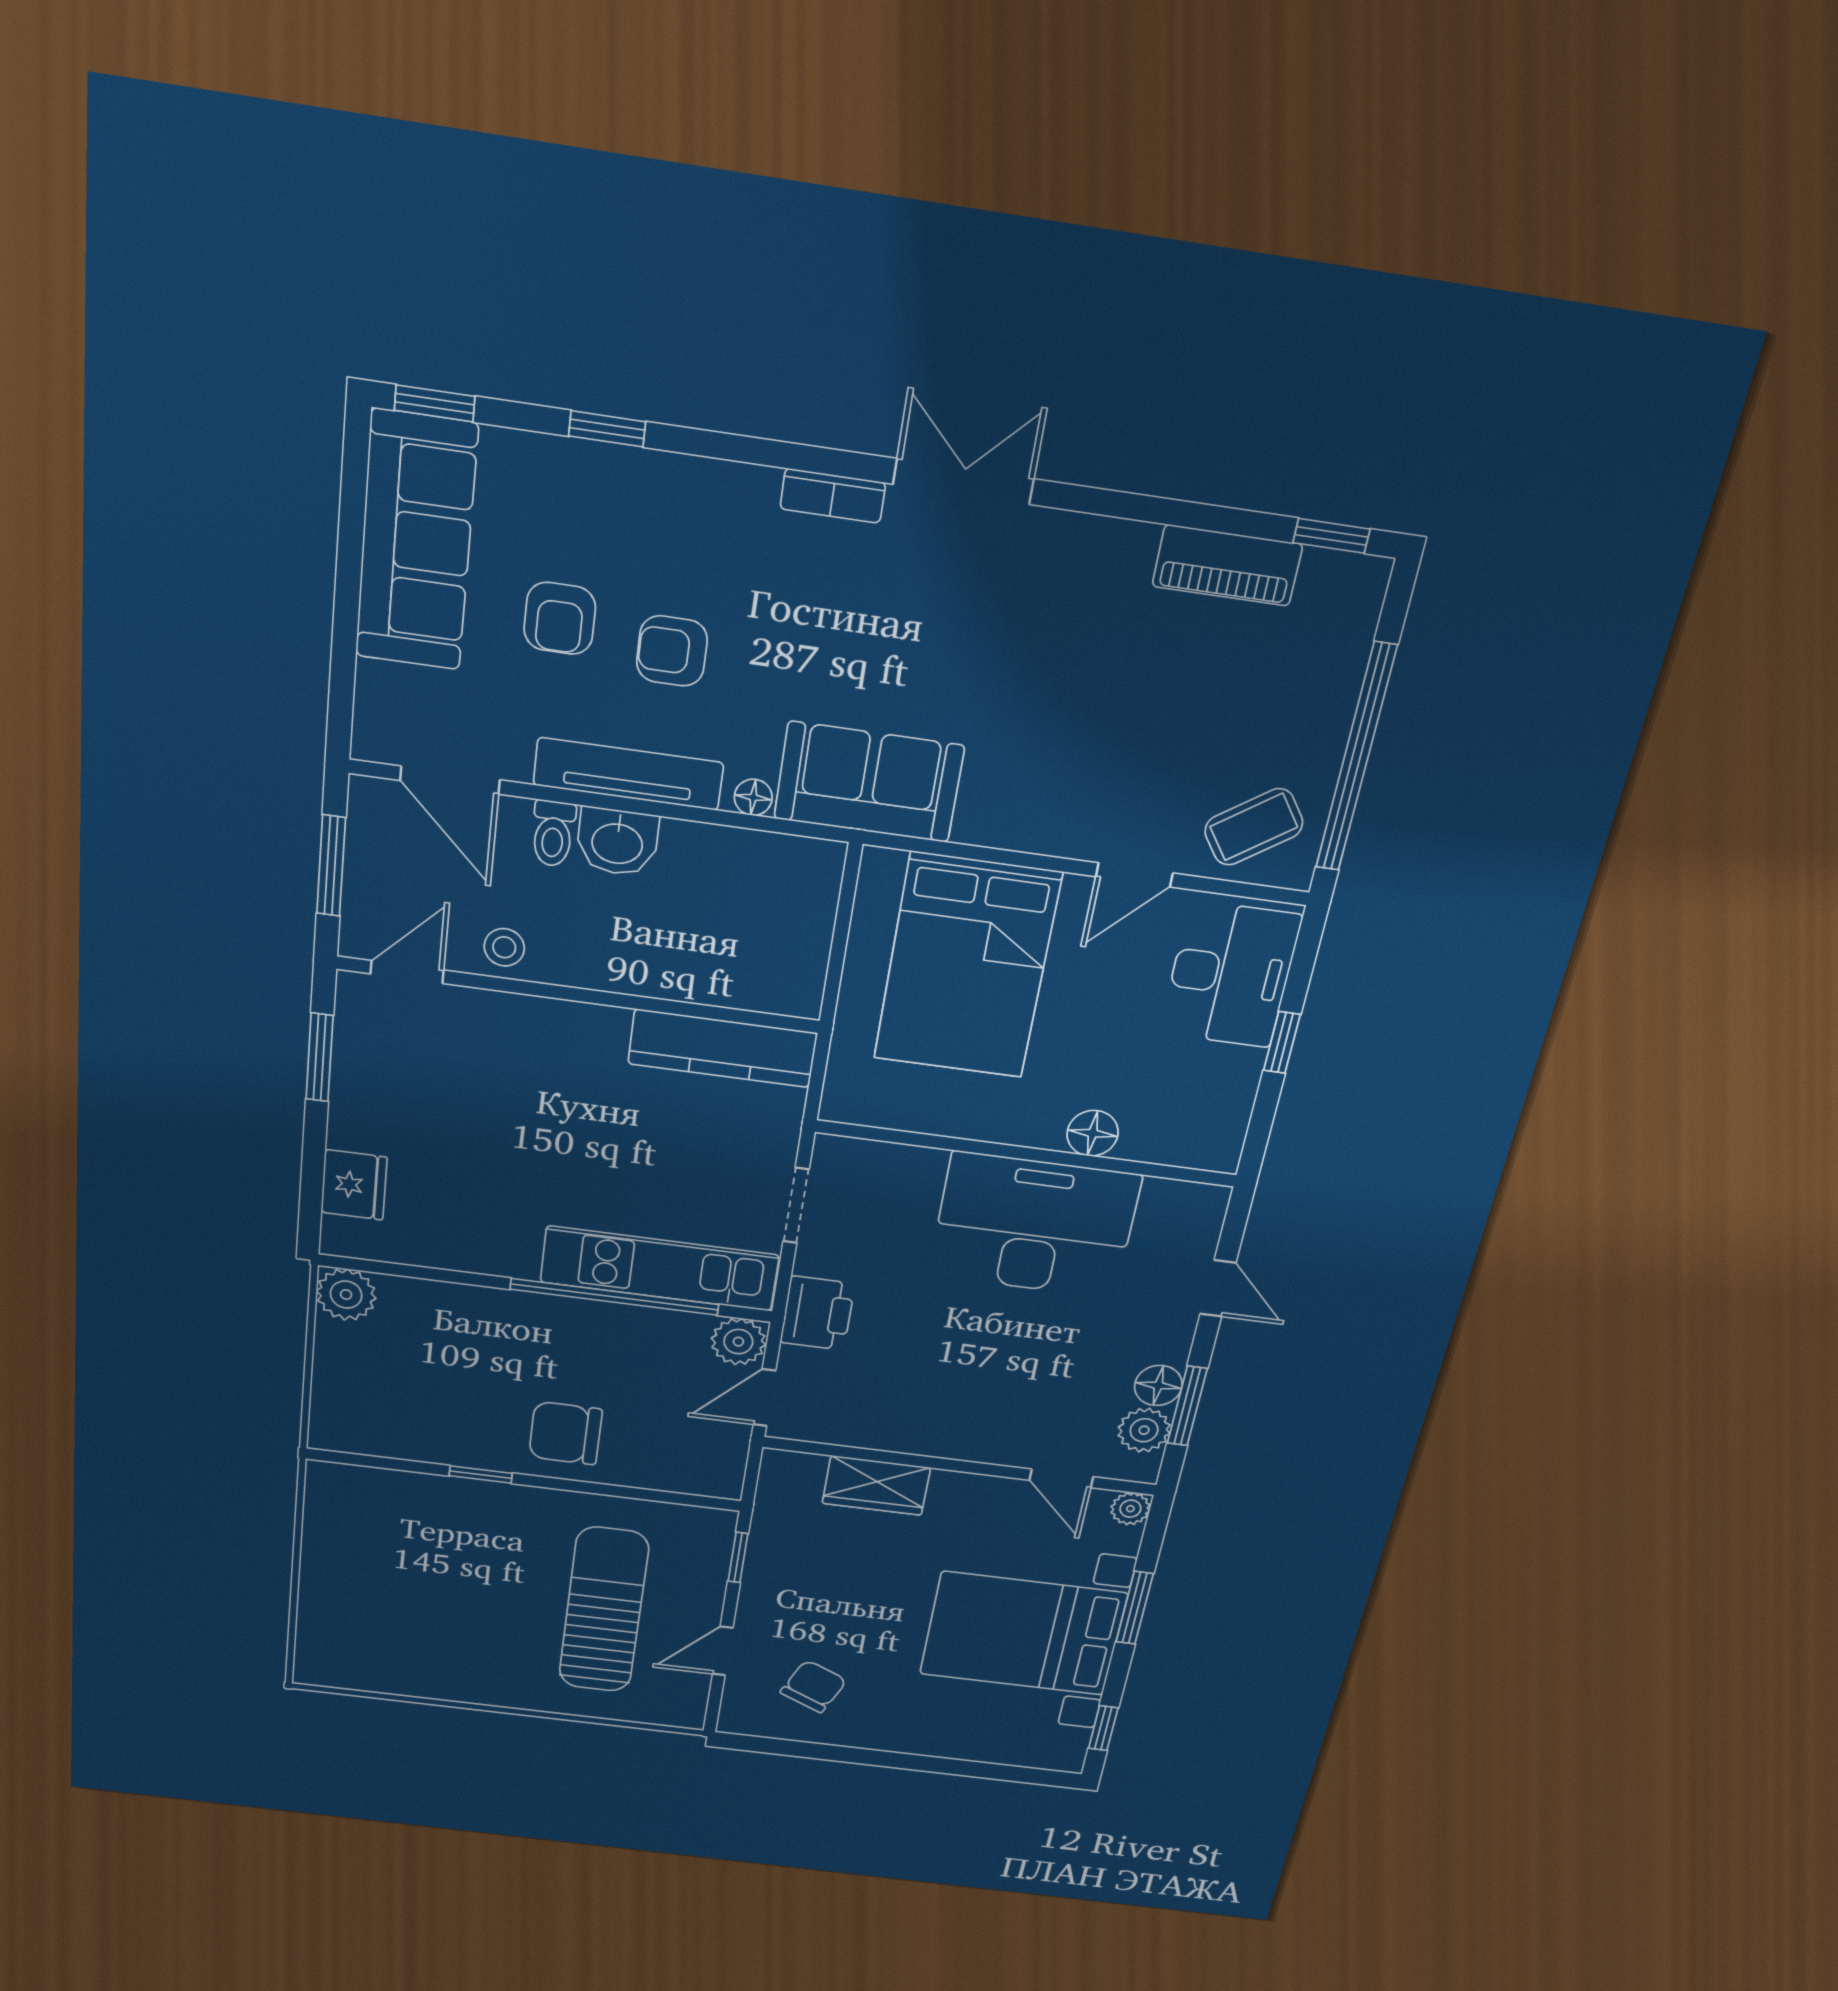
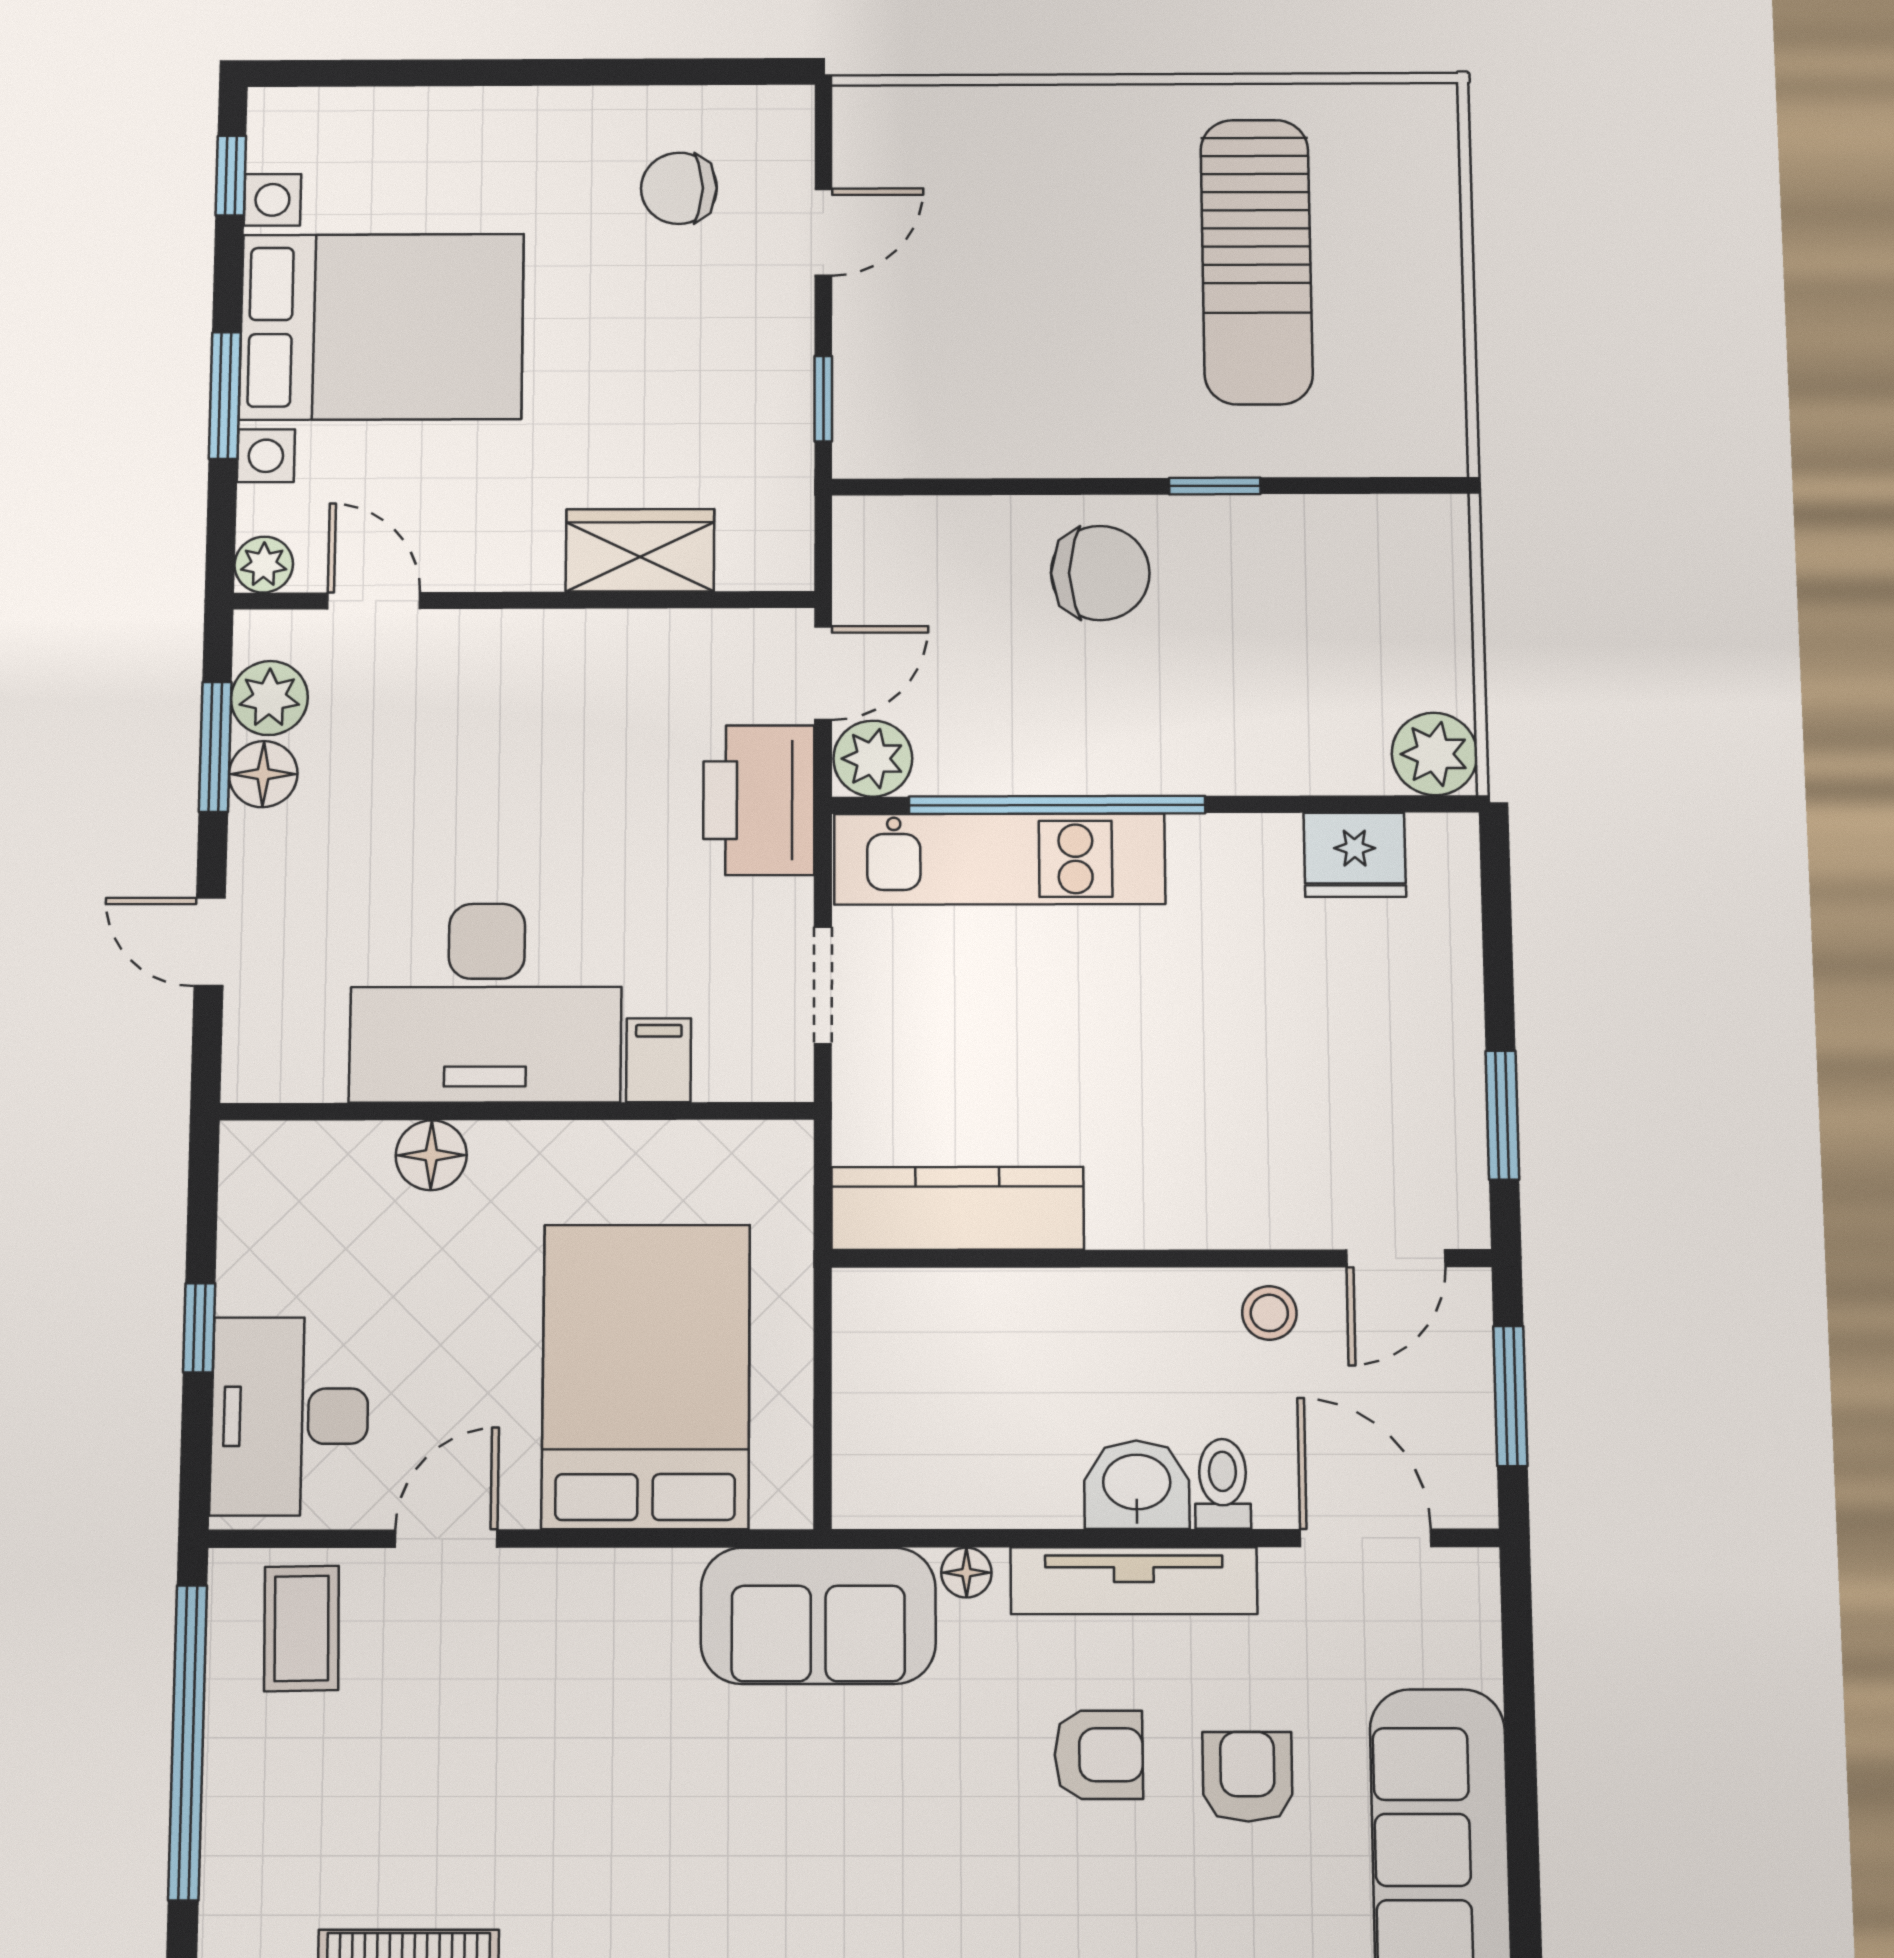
coffee table: (1254, 827) -> (302, 1628), turned -56
filing cabinet: (920, 1173) -> (659, 1060), added
fridge: (354, 1185) -> (1355, 855), moved, turned -90
printer: (817, 1313) -> (759, 800), width x1.37, depth x1.19
sun lounger: (604, 1610) -> (1257, 261), moved
chair: (813, 1686) -> (679, 188), turned 66

